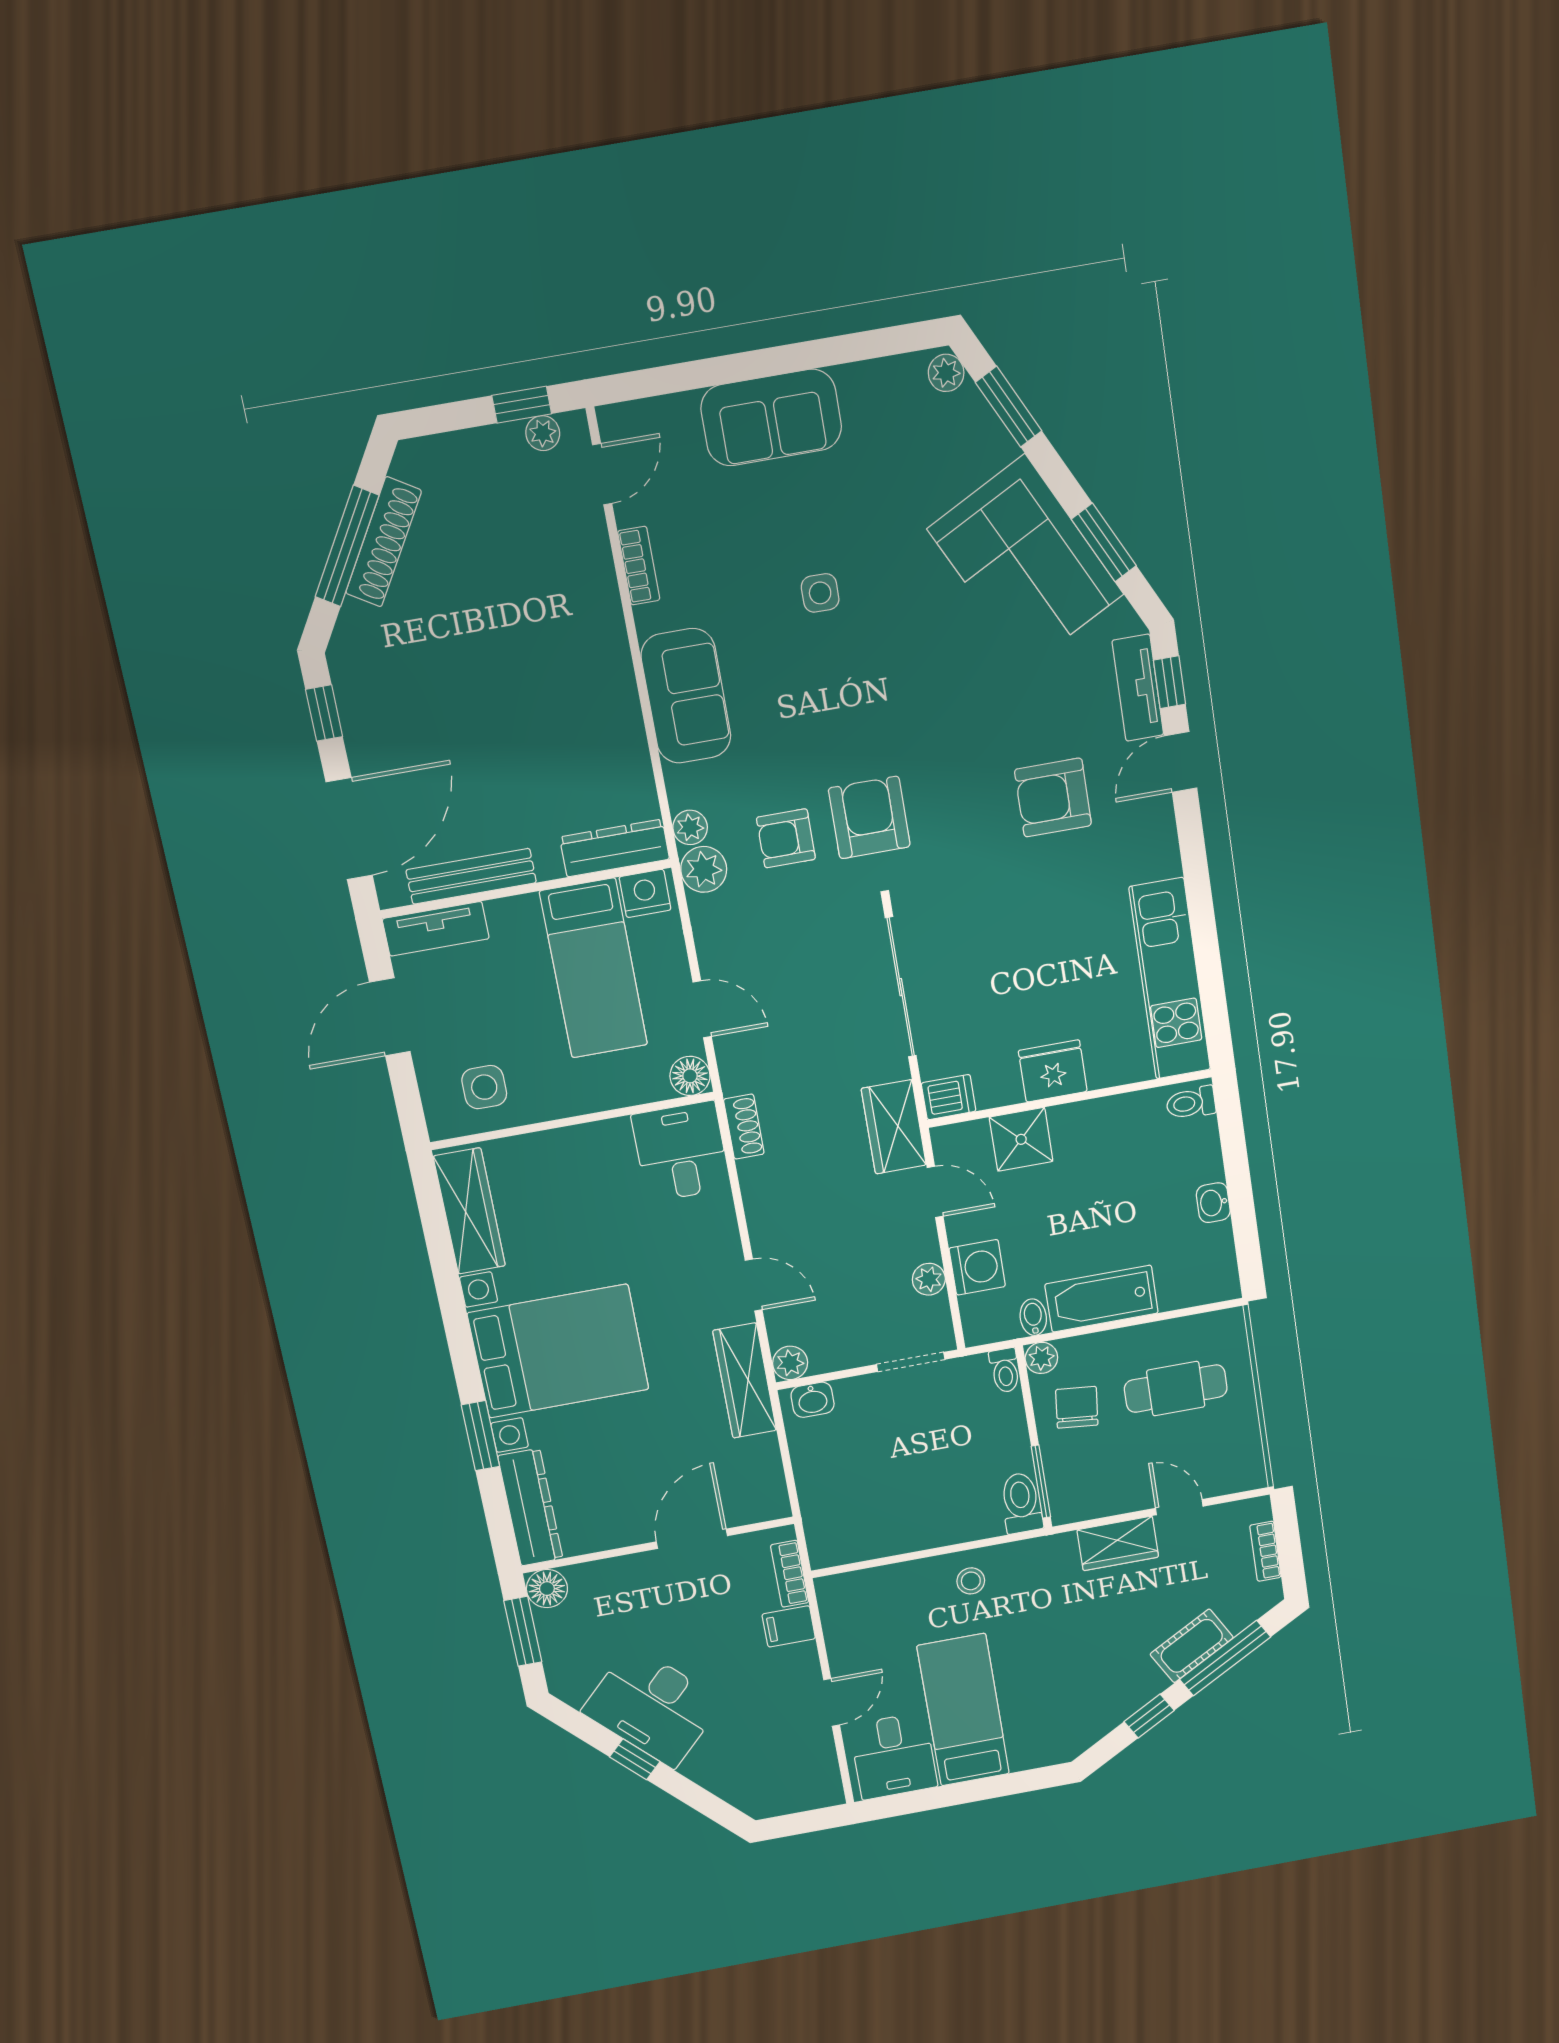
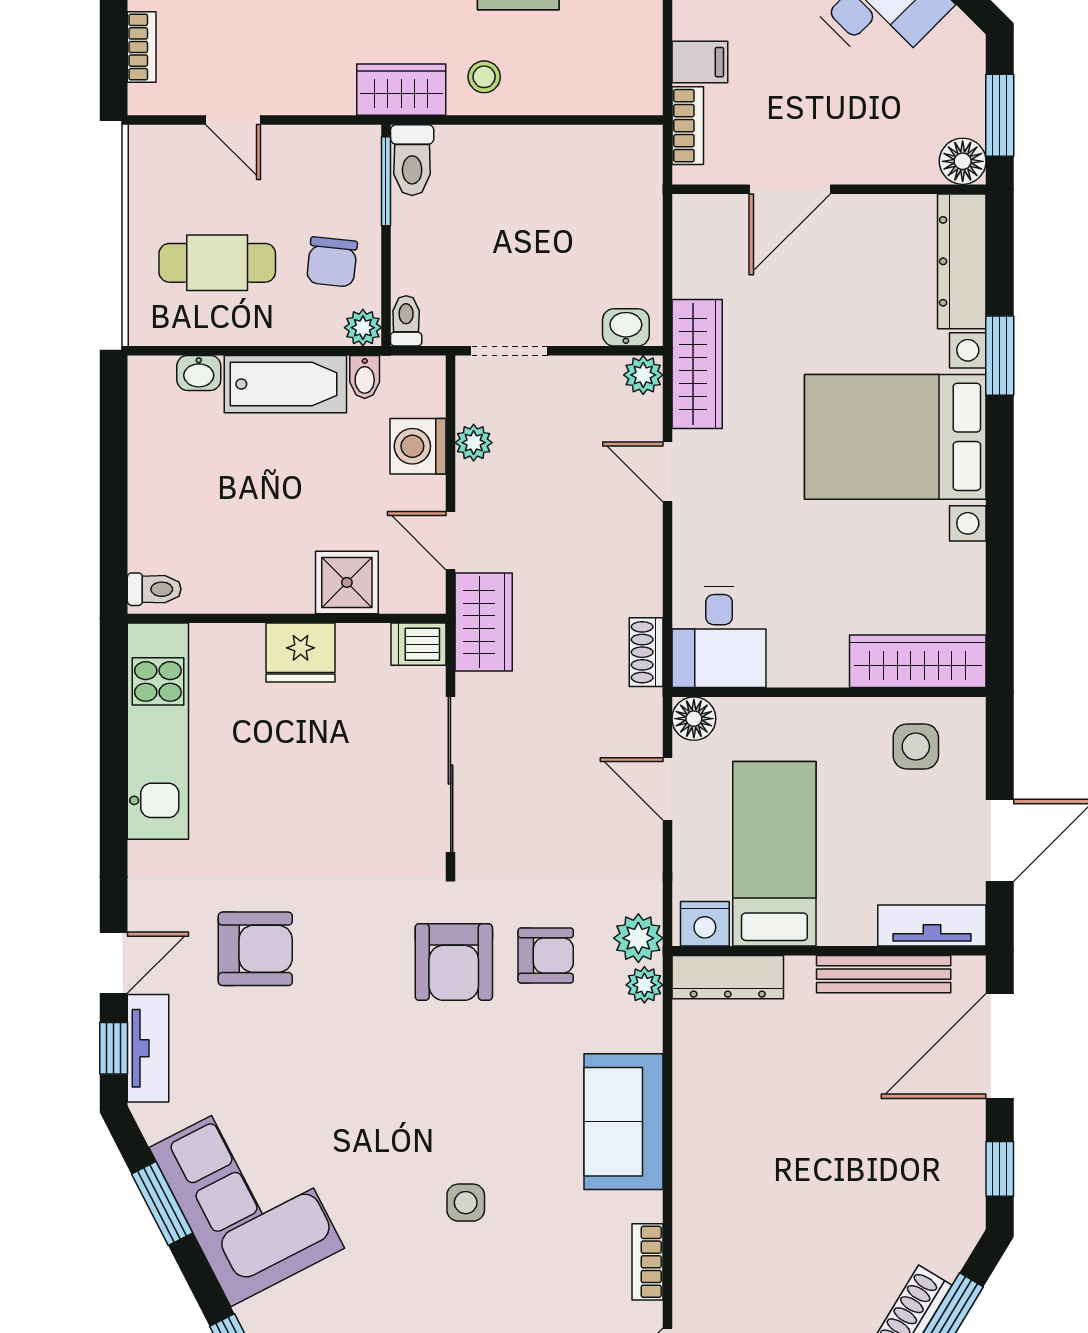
washbasin: (1213, 1203) -> (199, 373), moved, turned 90
wardrobe: (469, 1211) -> (918, 661), moved, turned 90
wardrobe: (1118, 1543) -> (401, 90), moved

